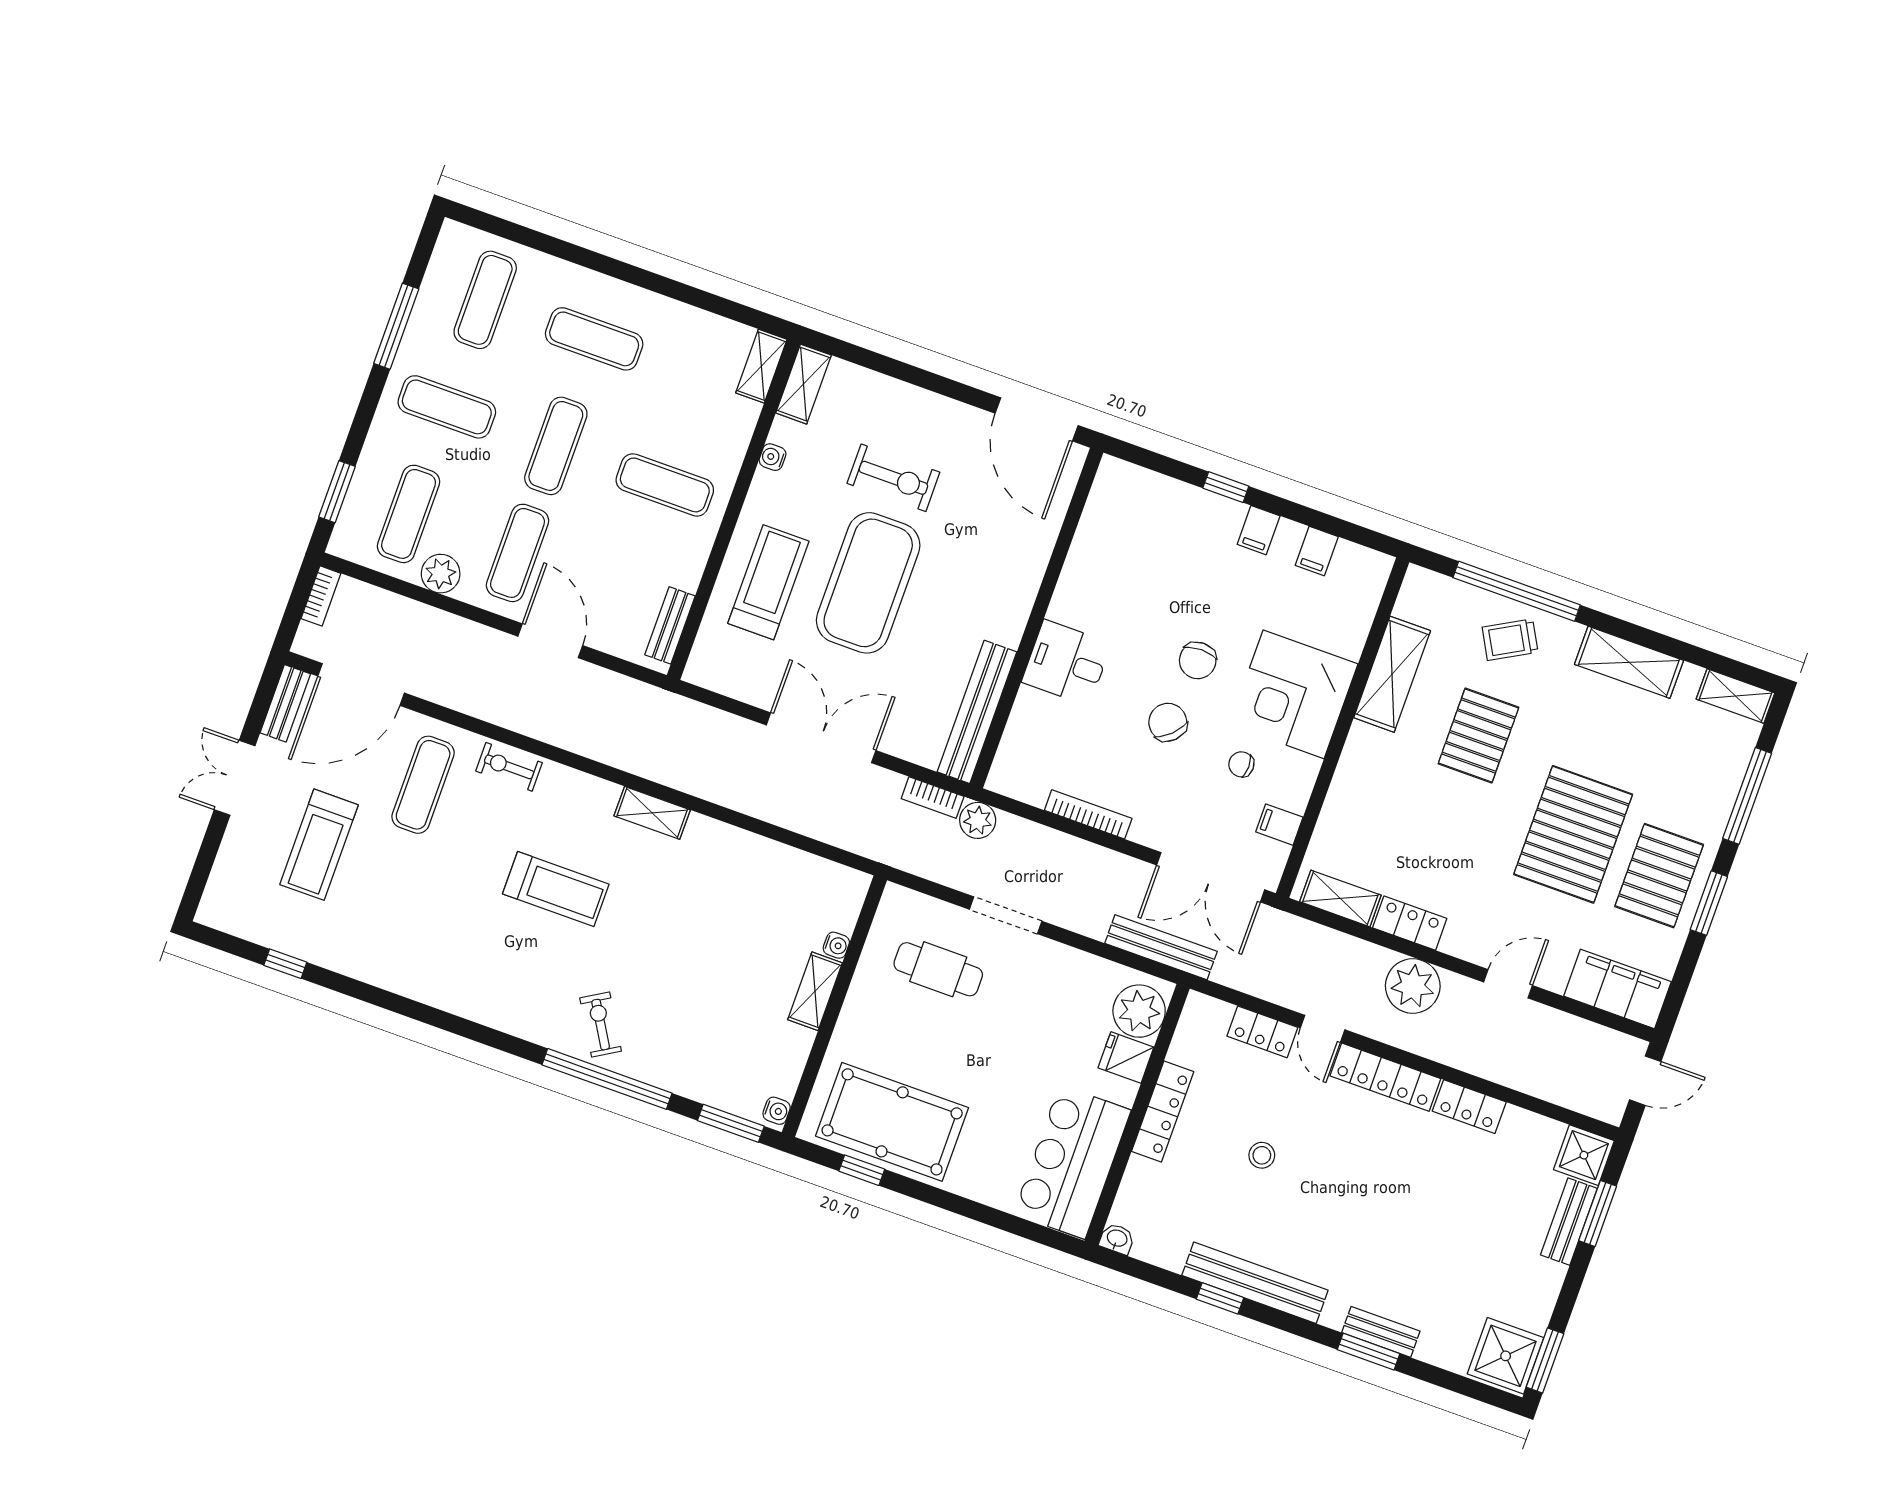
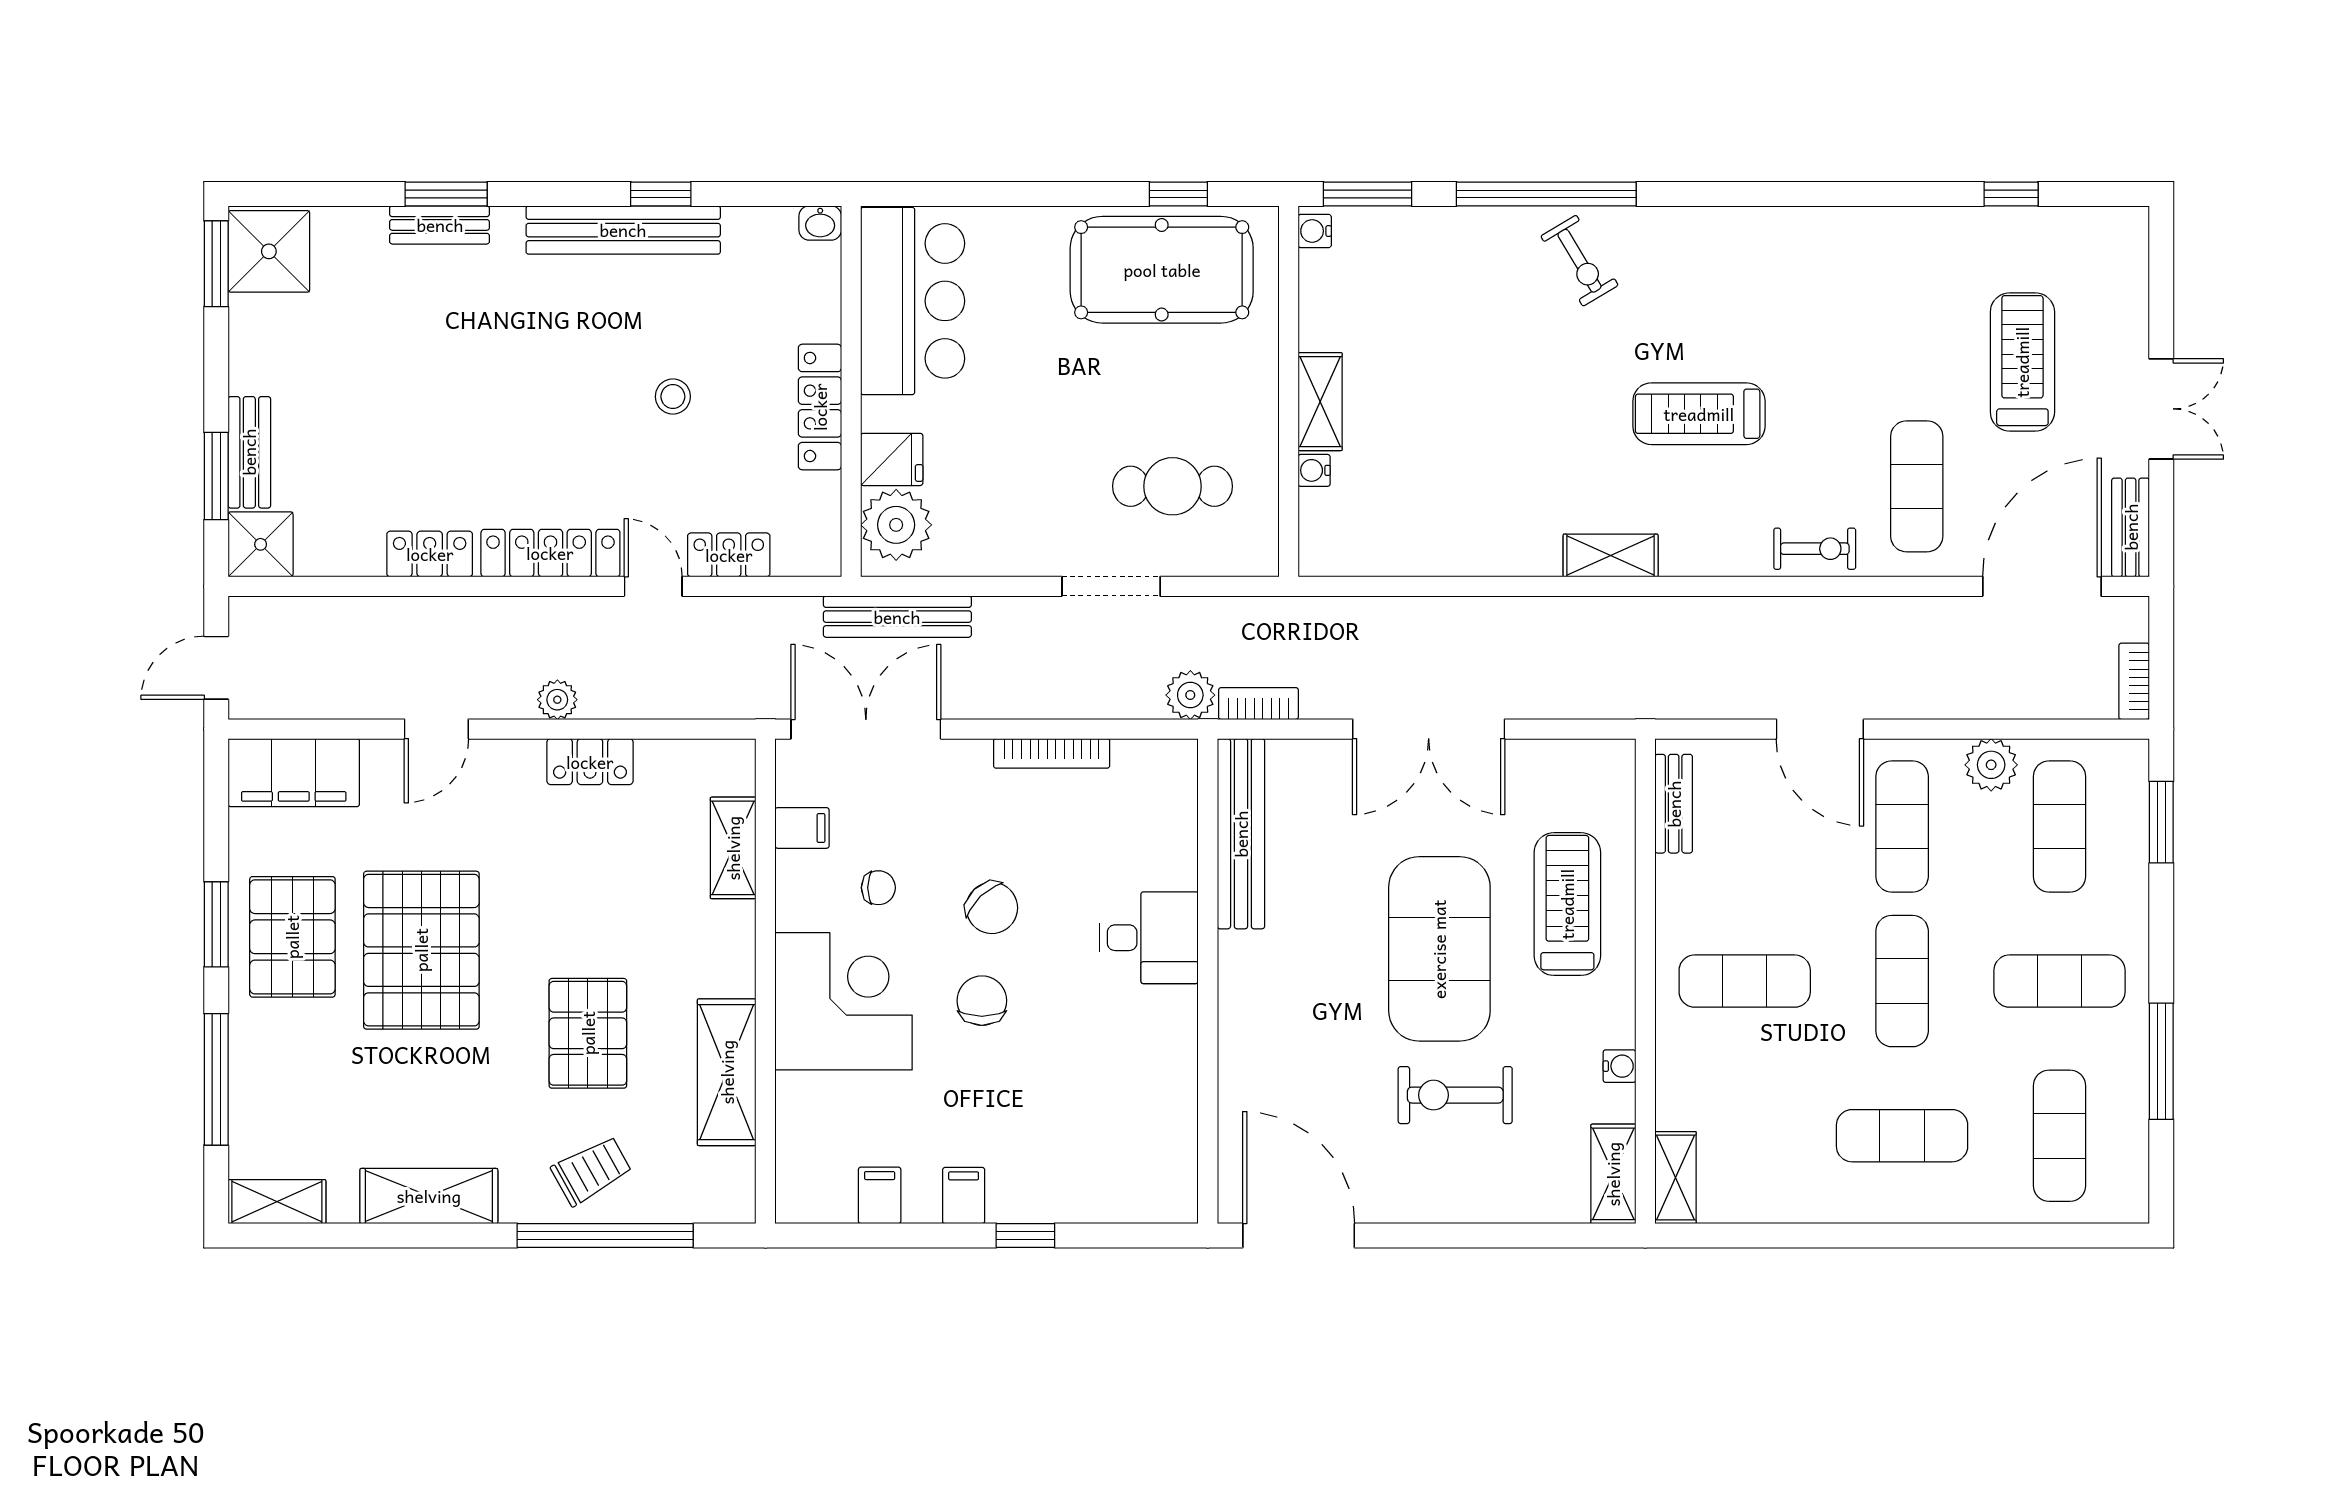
treadmill: (768, 582) -> (1567, 904), turned 180
shelving: (1340, 898) -> (733, 848), moved, turned 90
plant: (1413, 986) -> (557, 700), width x0.53, depth x0.53

